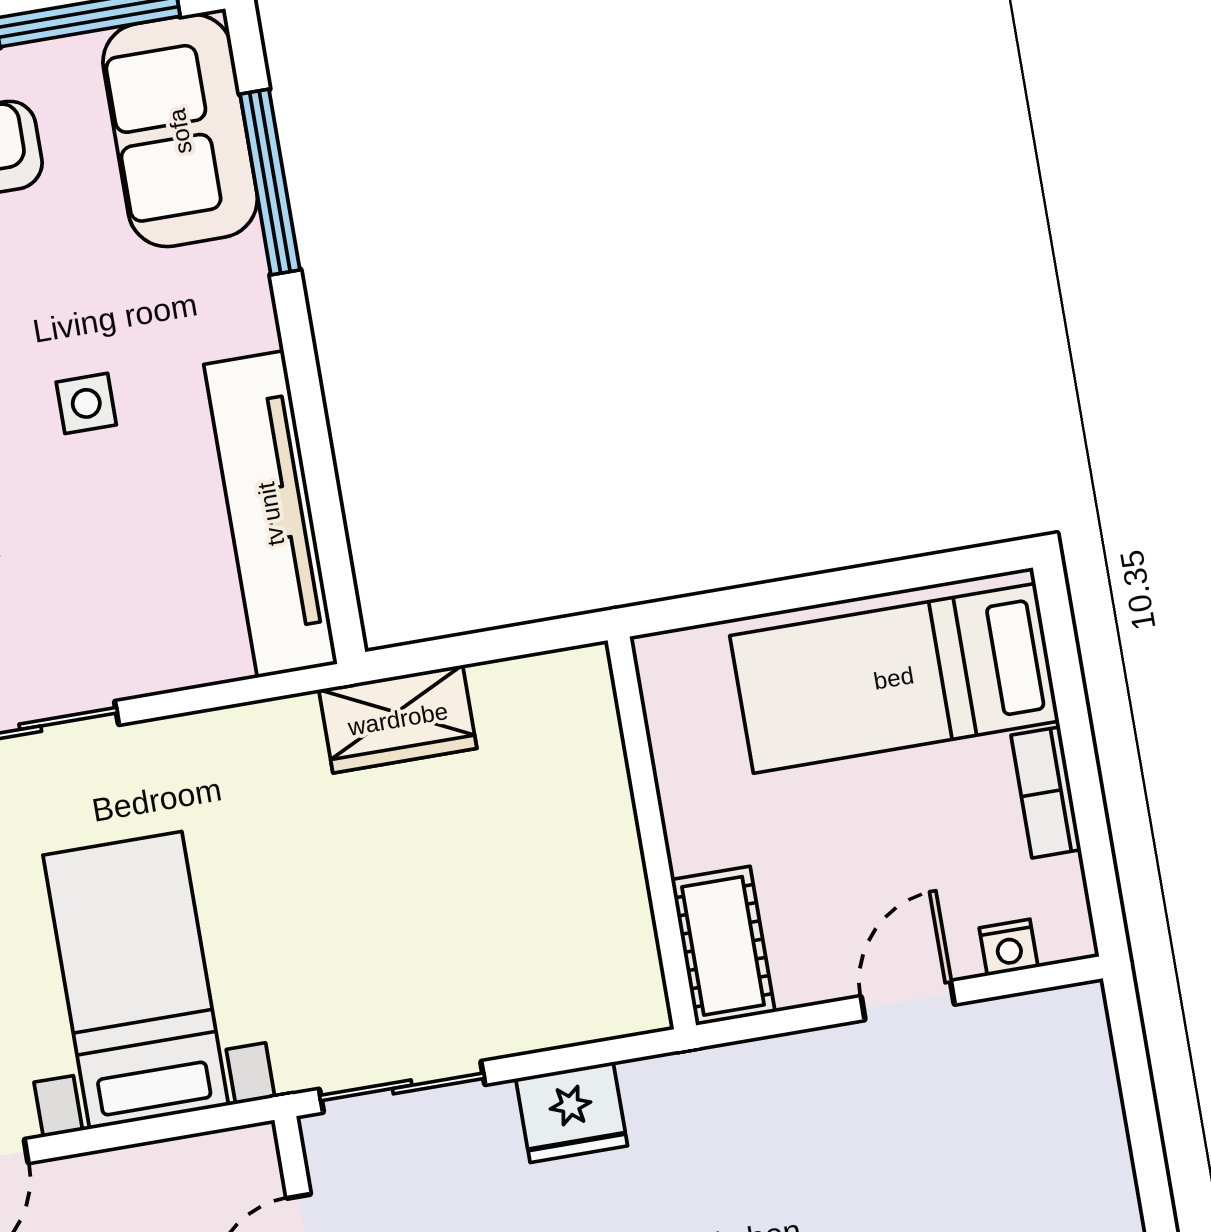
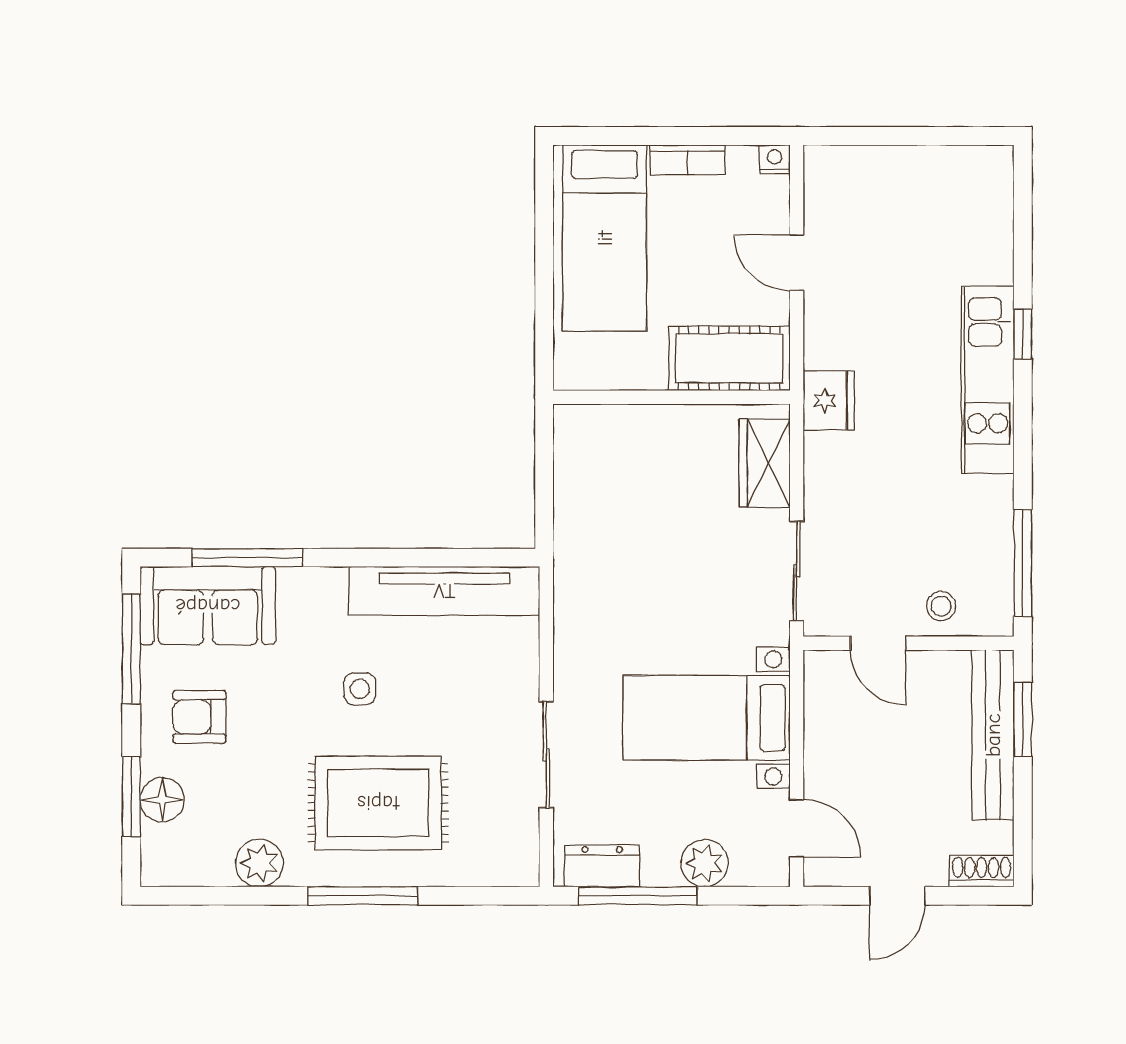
wardrobe: (398, 719) -> (765, 463), moved, turned 180
cot: (723, 946) -> (729, 358), width x1.37, depth x1.34
nightstand: (1009, 947) -> (775, 159), moved, turned -90
fridge: (572, 1112) -> (829, 401), moved

